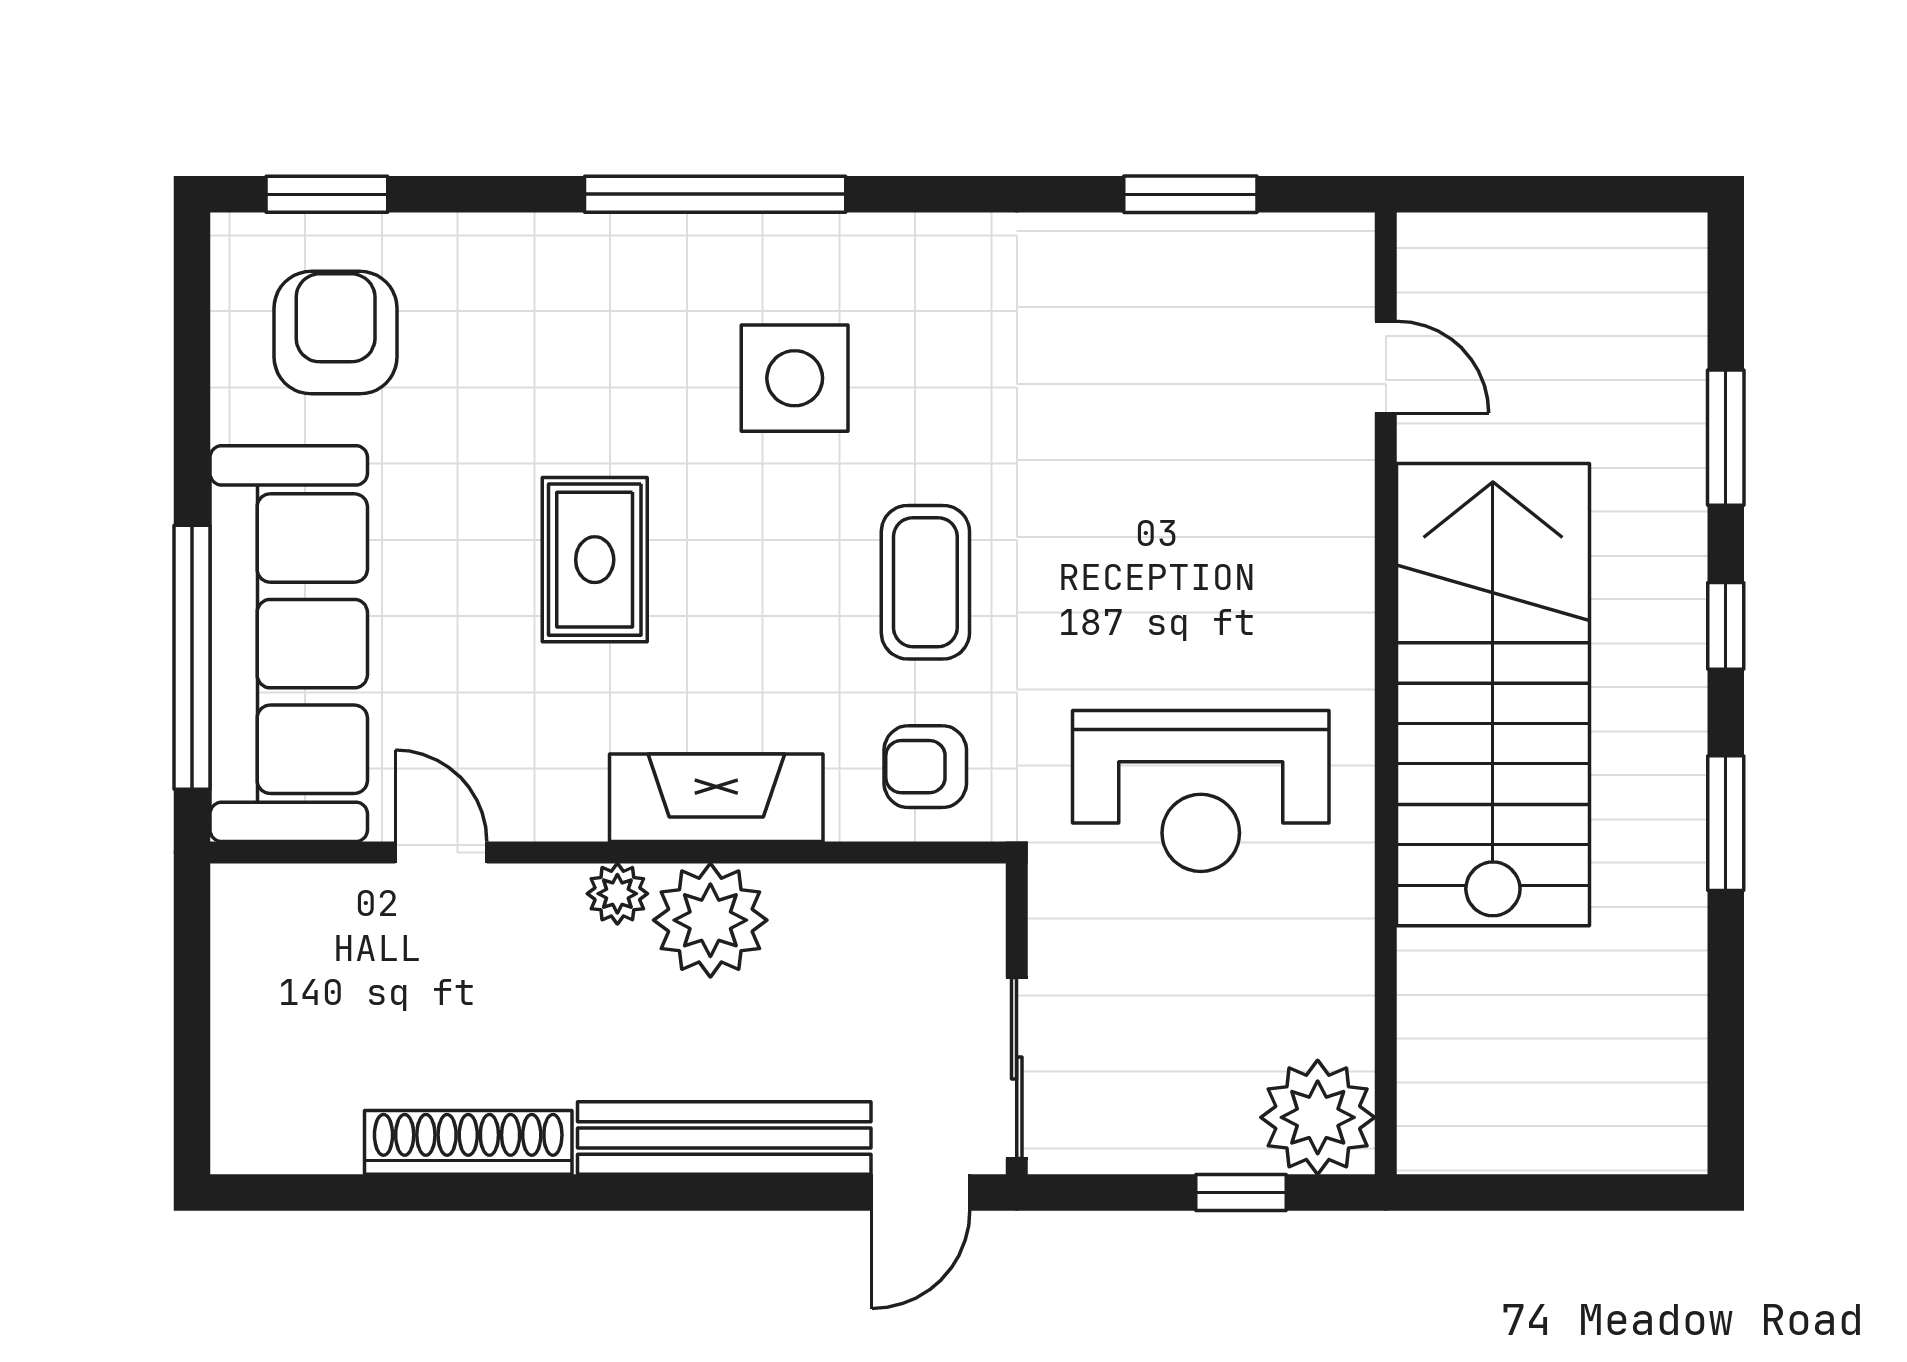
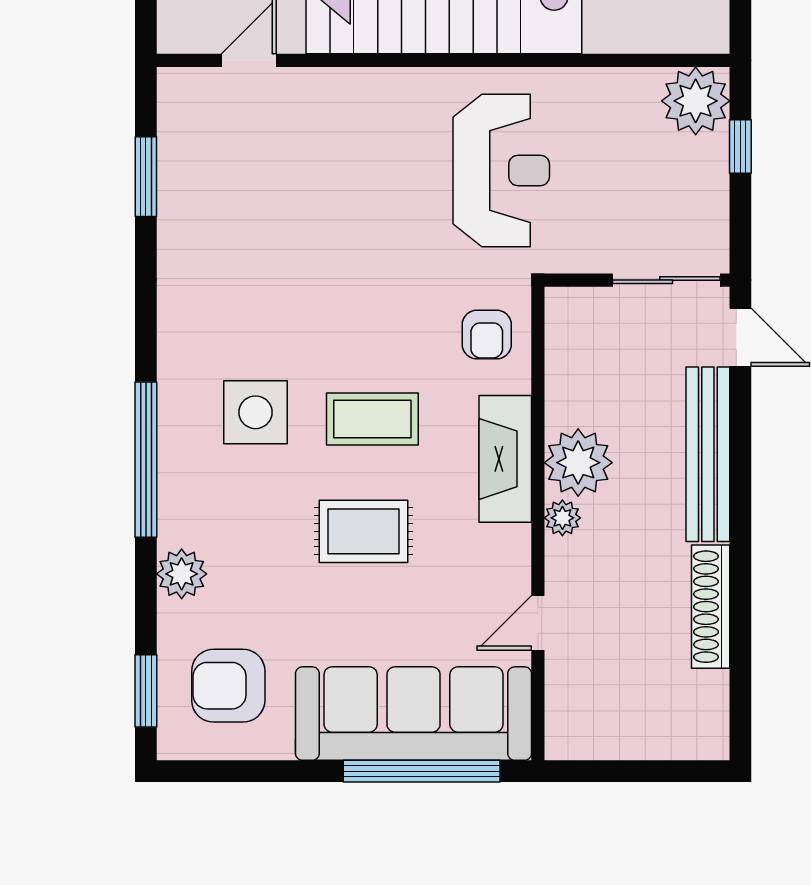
plant: (523, 254) -> (182, 574), added
coffee table: (925, 582) -> (372, 419), moved

